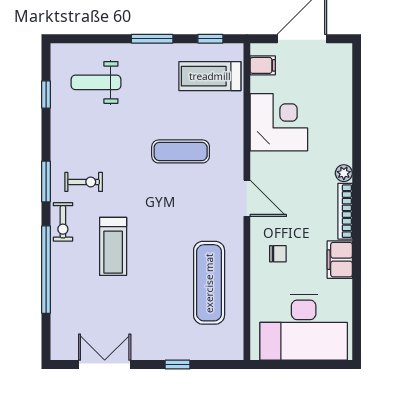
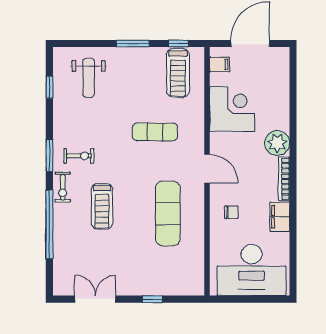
treadmill: (210, 76) -> (178, 73), turned -90
weight bench: (96, 82) -> (89, 78), turned -90
plant: (344, 173) -> (277, 143), width x1.88, depth x1.88
exercise mat: (209, 283) -> (168, 214), moved

